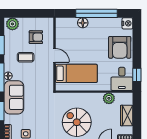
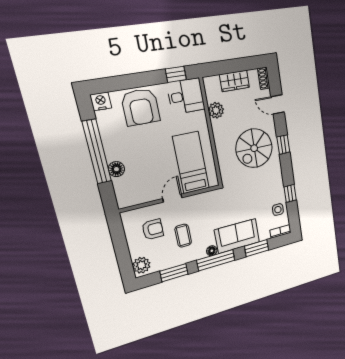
armchair: (36, 37) -> (153, 229), turned 90
armchair: (120, 47) -> (141, 107), turned 90

